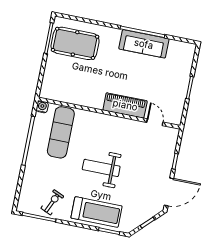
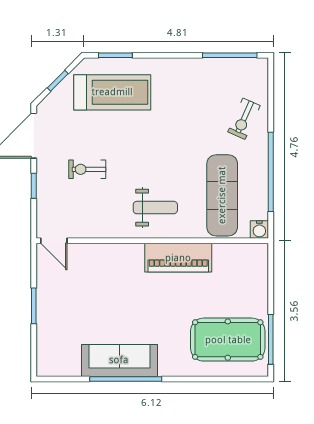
piano: (125, 105) -> (178, 258), moved
door: (155, 122) -> (54, 241), moved
exercise bike: (140, 165) -> (87, 169), added
weight bench: (101, 168) -> (155, 208), moved, width x0.73, depth x0.75
exercise bike: (52, 202) -> (244, 119), moved
treadmill: (97, 212) -> (112, 92), moved, turned 180

